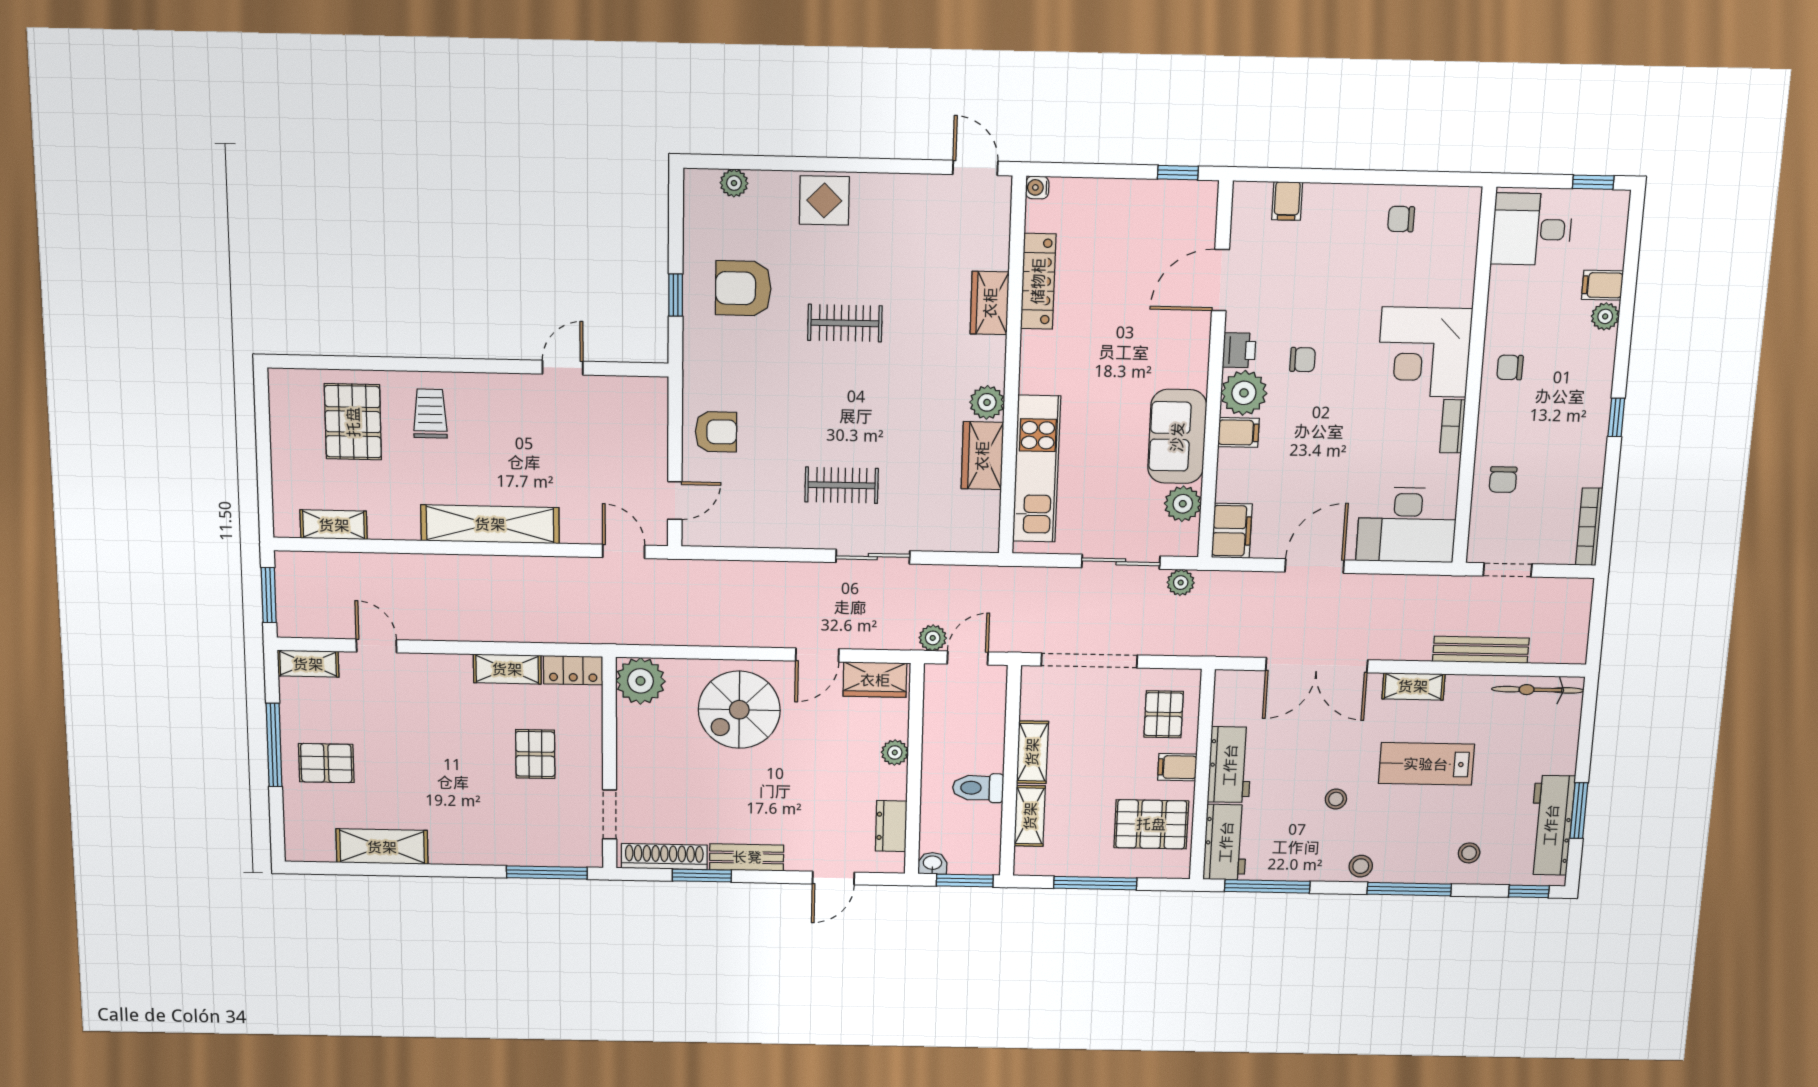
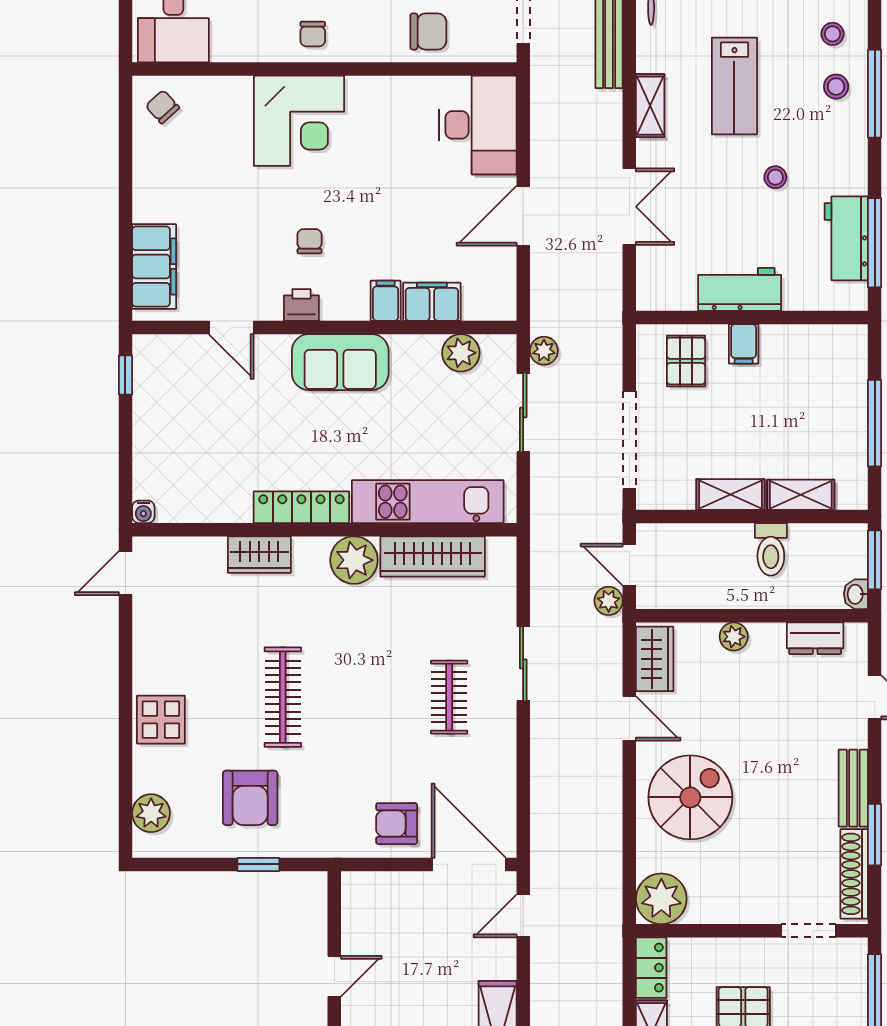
plant: (734, 183) -> (151, 813), width x1.38, depth x1.38
filing cabinet: (1287, 201) -> (154, 266), width x3.00, depth x1.17
chair: (1401, 219) -> (162, 107), moved, turned 138
door: (1220, 280) -> (231, 327), width x0.73
locker: (1038, 281) -> (301, 507), moved
clothes rail: (845, 323) -> (283, 697), width x1.36
door: (563, 368) -> (334, 976), swing flipped
plant: (1244, 393) -> (345, 298), removed
plant: (987, 402) -> (354, 560), width x1.36, depth x1.36
bookcase: (1453, 426) -> (374, 87), removed
armchair: (716, 432) -> (397, 824), turned -90
sofa: (1177, 437) -> (340, 362), moved
wardrobe: (982, 456) -> (433, 556), width x1.50
chair: (1503, 480) -> (428, 31), width x1.37, depth x1.37
door: (675, 500) -> (469, 864), width x1.87
filing cabinet: (1232, 531) -> (432, 302), moved
door: (1315, 566) -> (523, 216), hinge flipped
double door: (1317, 665) -> (629, 207), width x0.73
spiral stairs: (739, 710) -> (690, 797), turned -90
pallet: (1164, 714) -> (686, 361), turned 90
pallet: (1151, 824) -> (807, 368), removed
workbench: (1226, 842) -> (846, 238), moved, turned -90
stool: (1361, 866) -> (836, 87), moved

